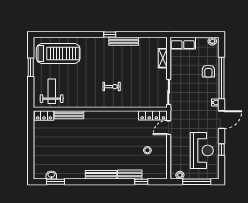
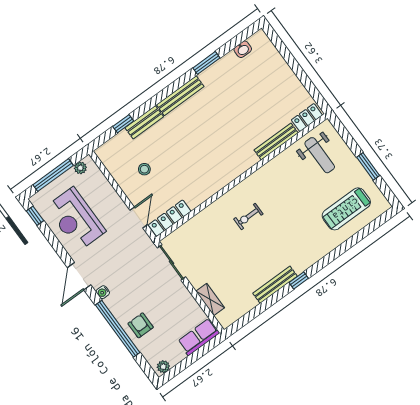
treadmill: (58, 54) -> (346, 209), width x0.73, depth x0.73
window: (221, 150) -> (35, 216), moved
window: (56, 182) -> (206, 63), moved

